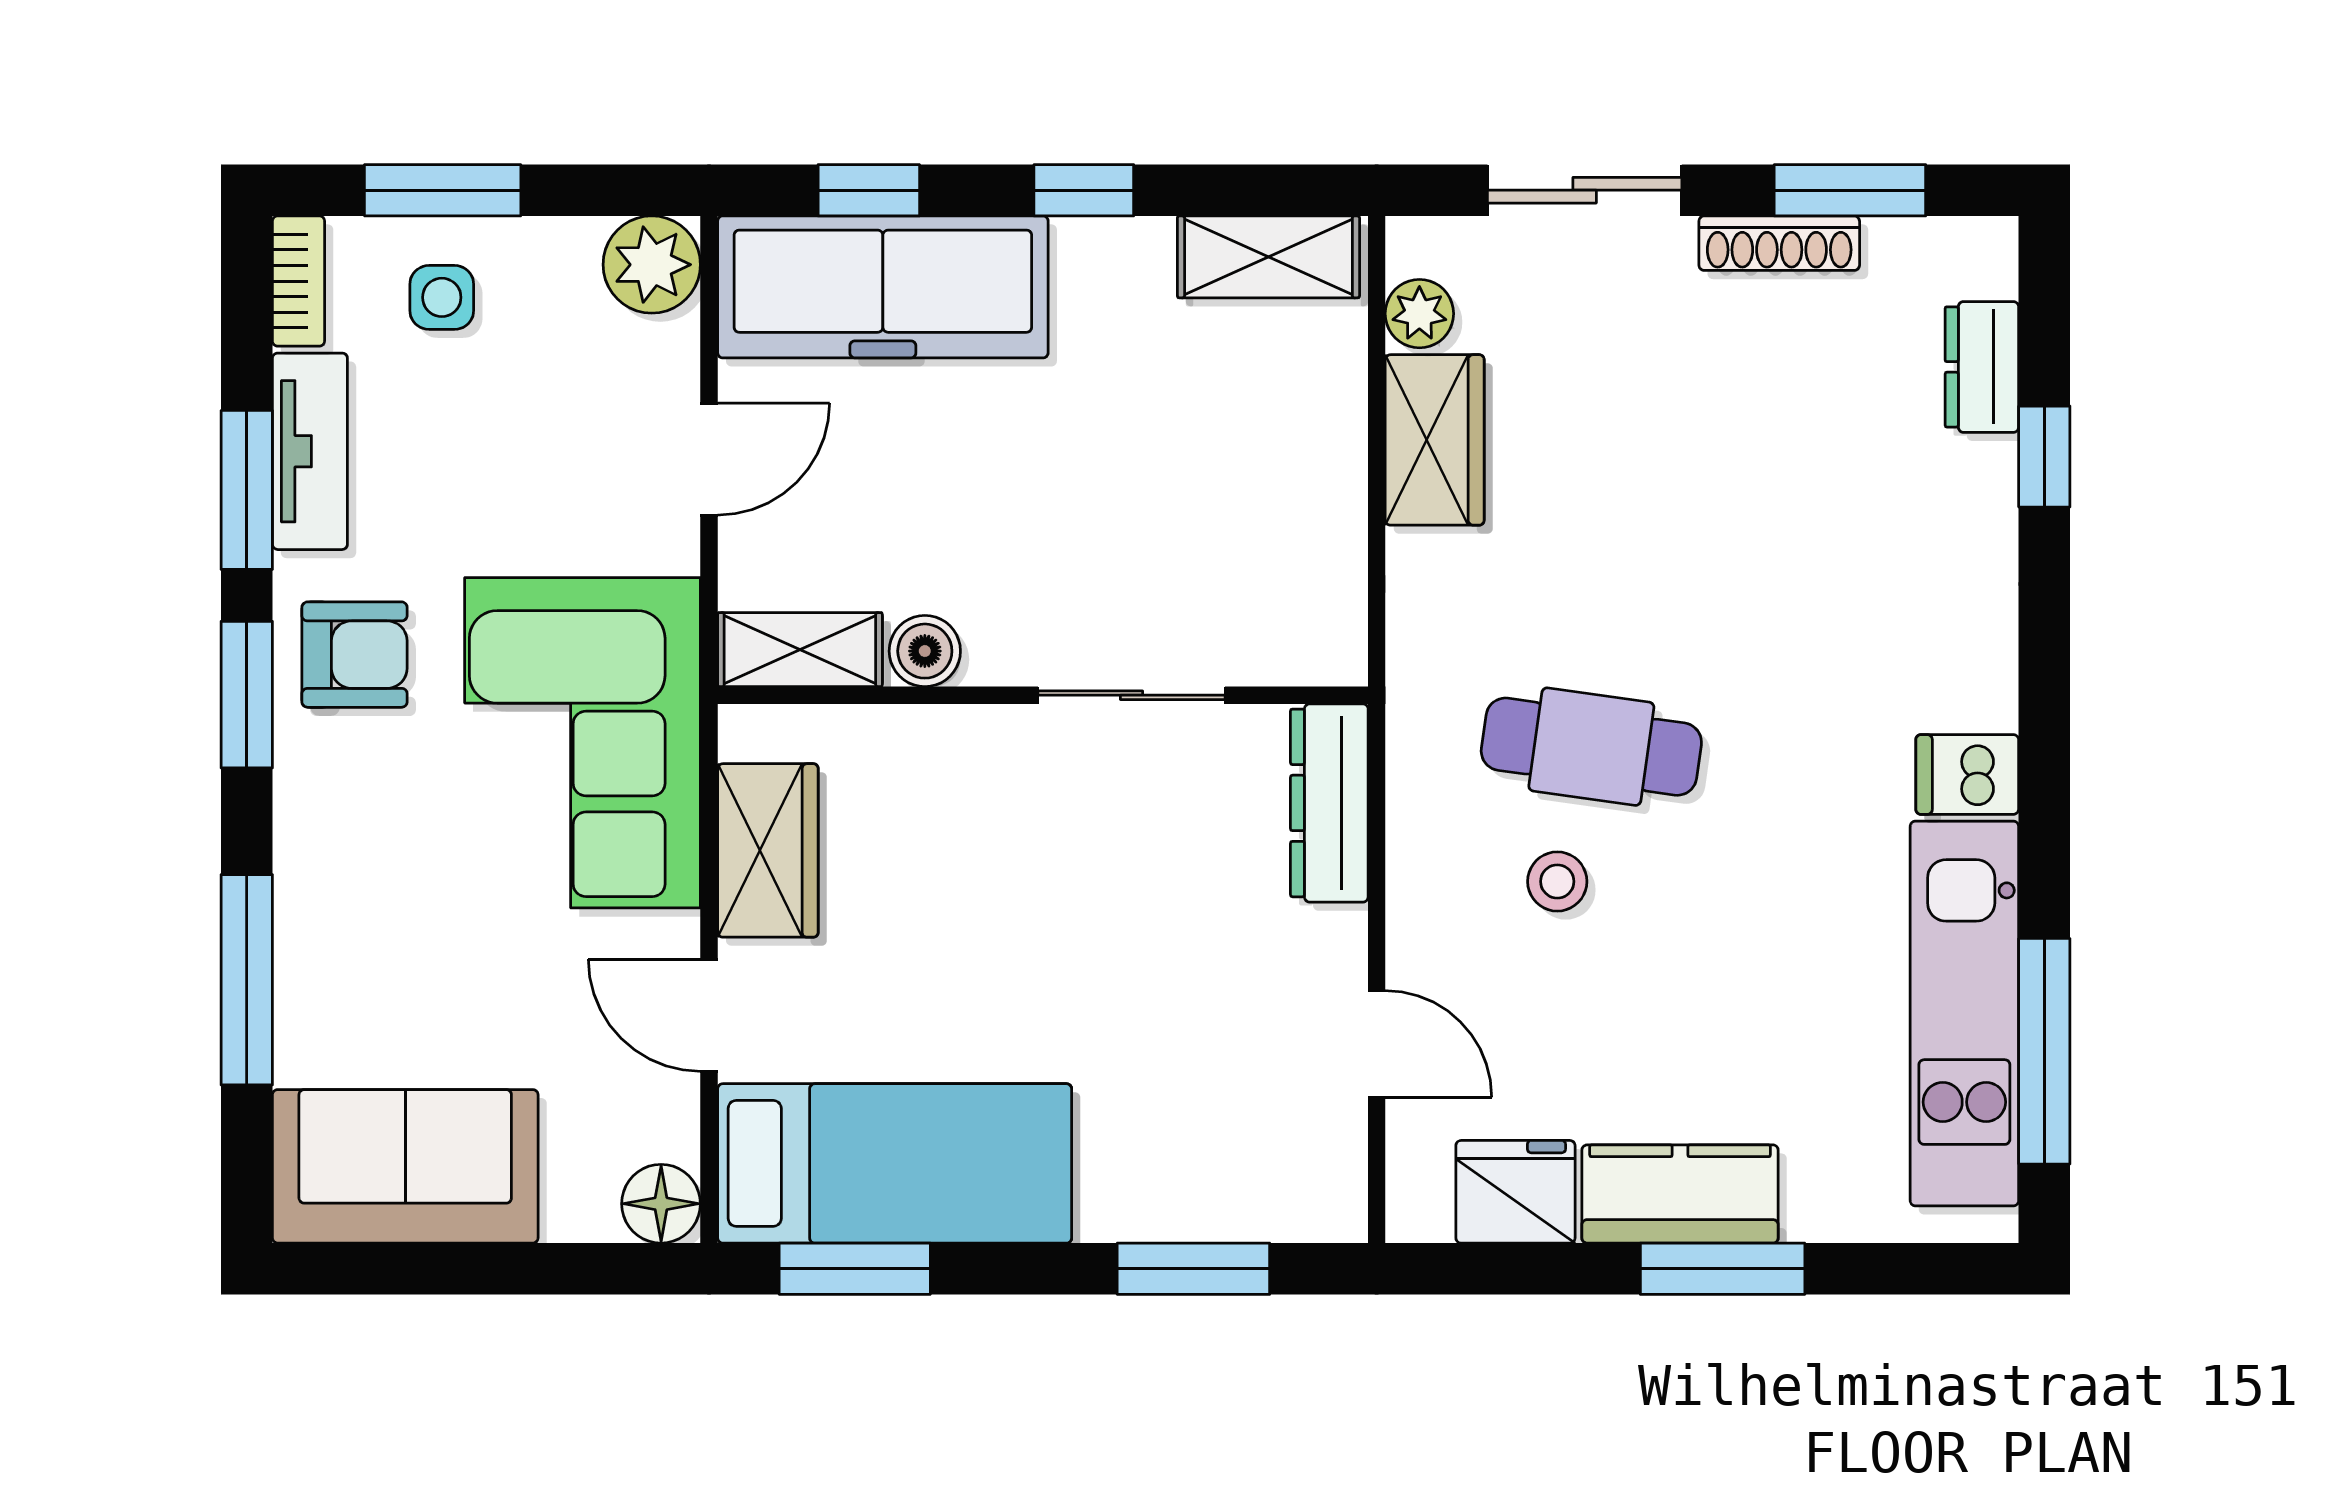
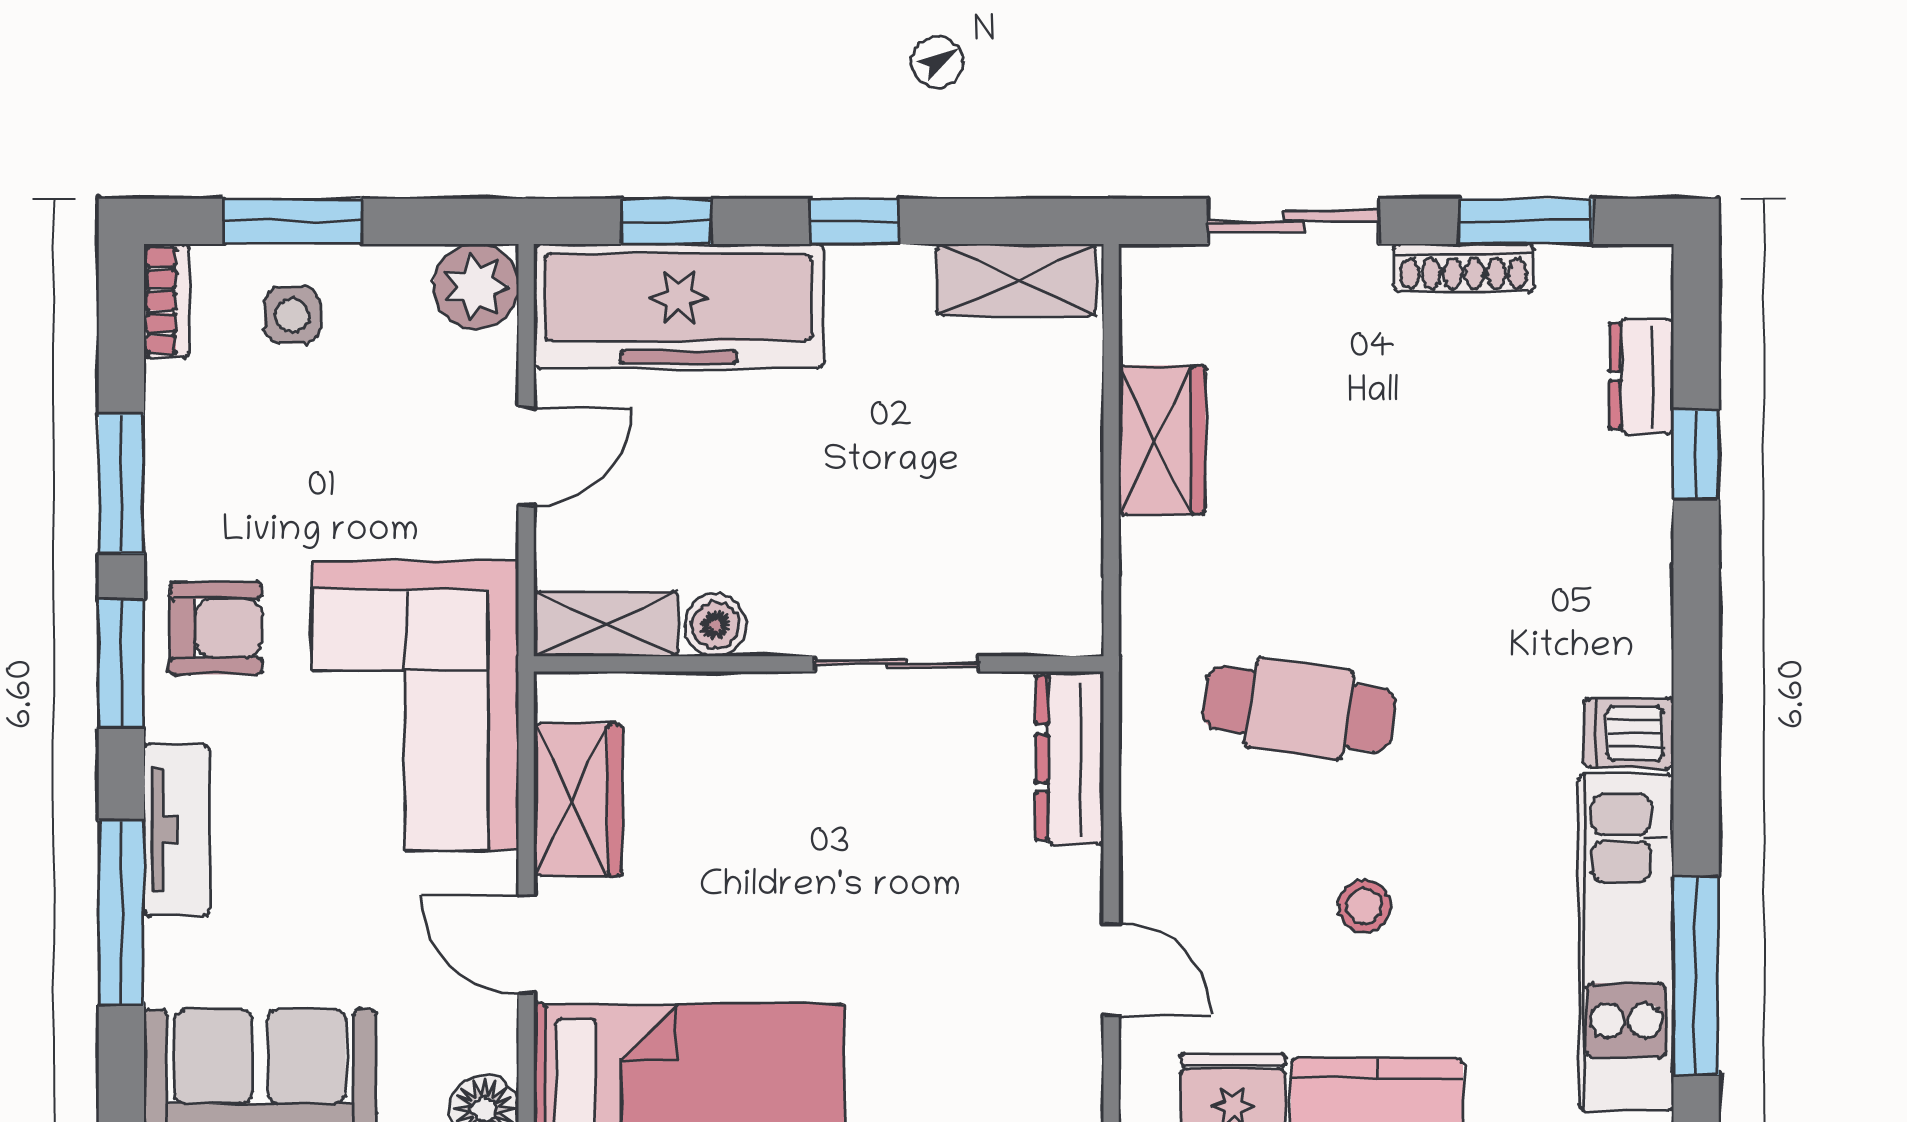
plant: (1419, 314) -> (1149, 329), removed
tv unit: (310, 451) -> (177, 830), moved
stool: (1557, 881) -> (1365, 906), moved

